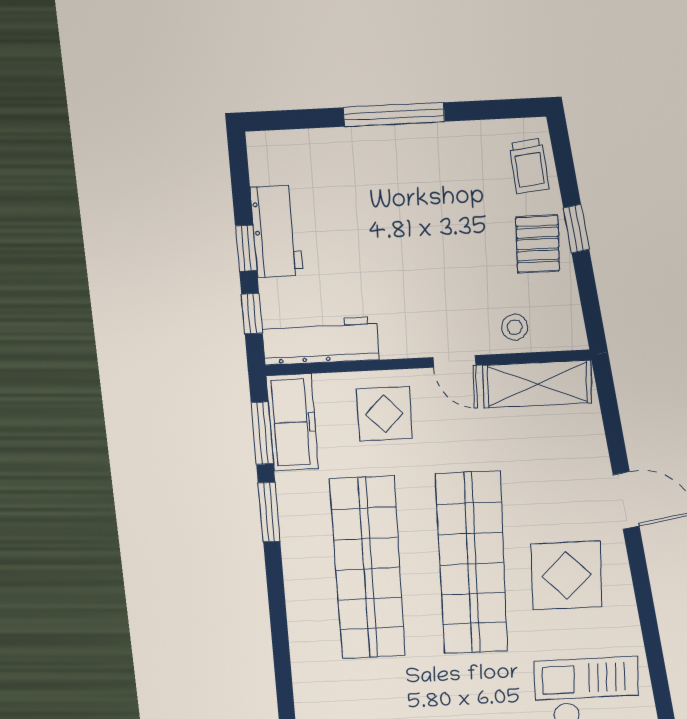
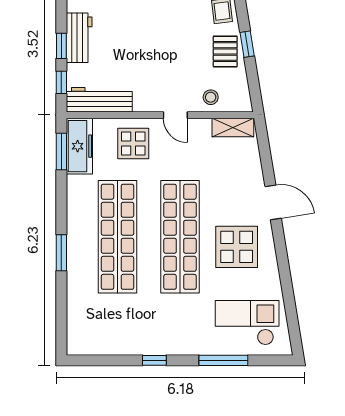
shelving: (537, 384) -> (233, 127), width x0.67, depth x0.75
window: (269, 512) -> (61, 253), moved

